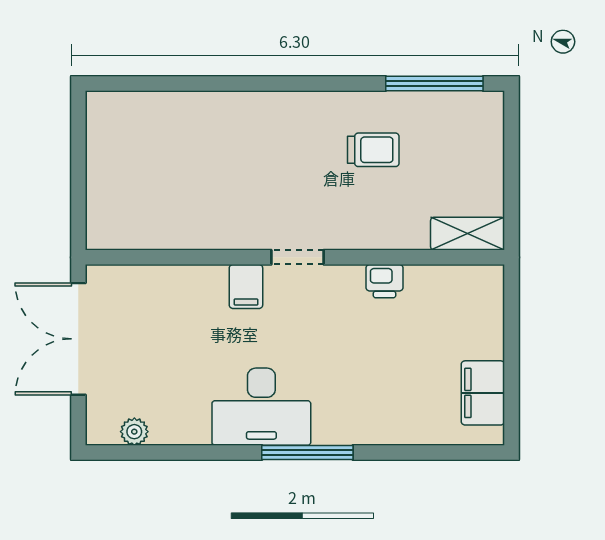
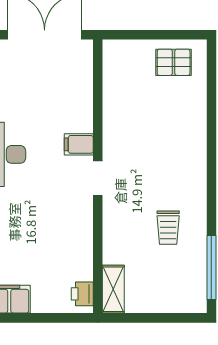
pallet: (120, 141) -> (174, 62), added
printer: (385, 281) -> (82, 294), moved

